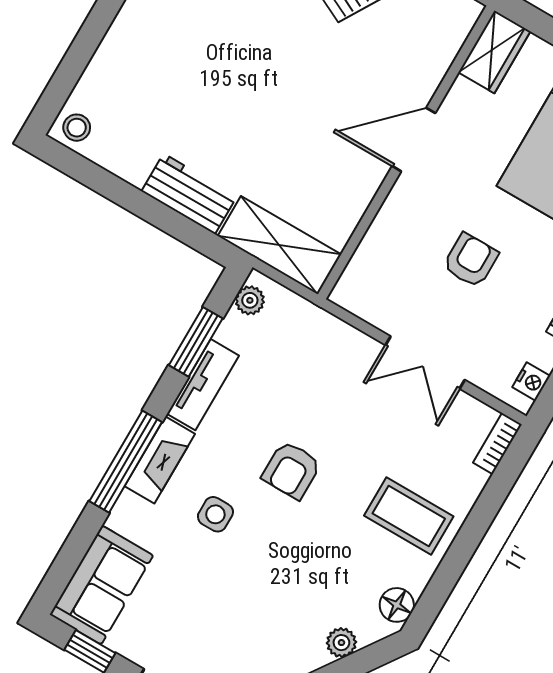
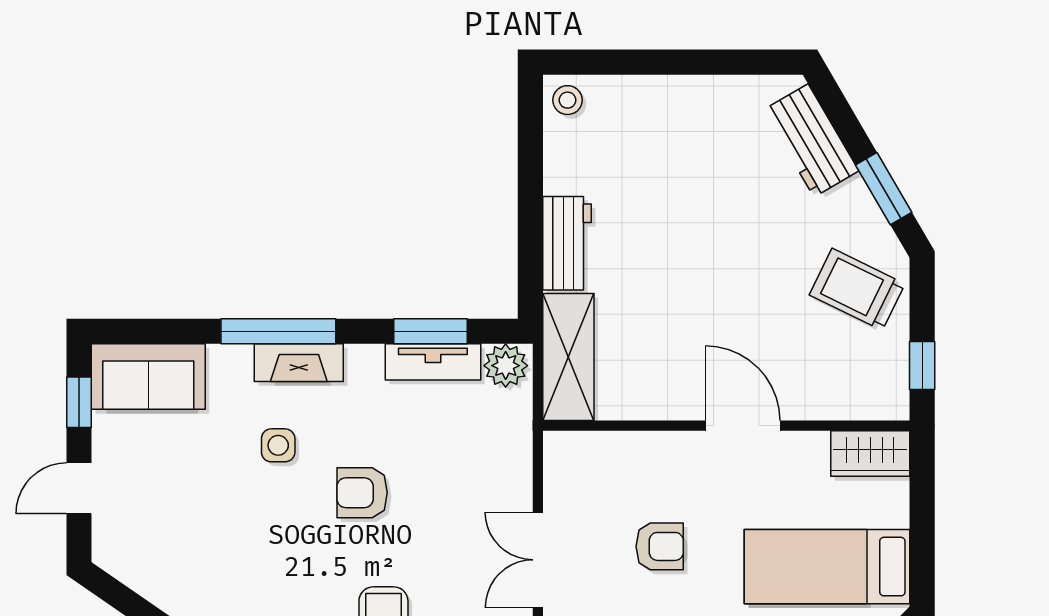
plant: (250, 300) -> (506, 366), width x1.38, depth x1.38
tv unit: (203, 385) -> (433, 362), moved

